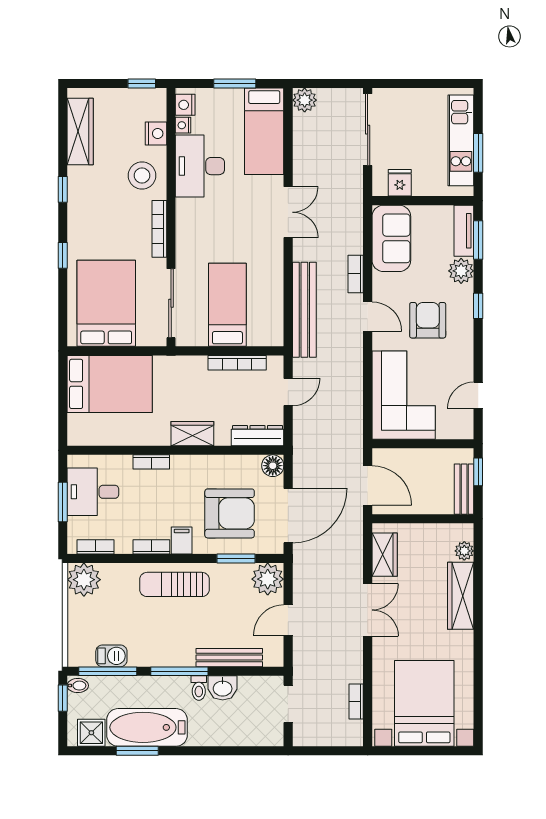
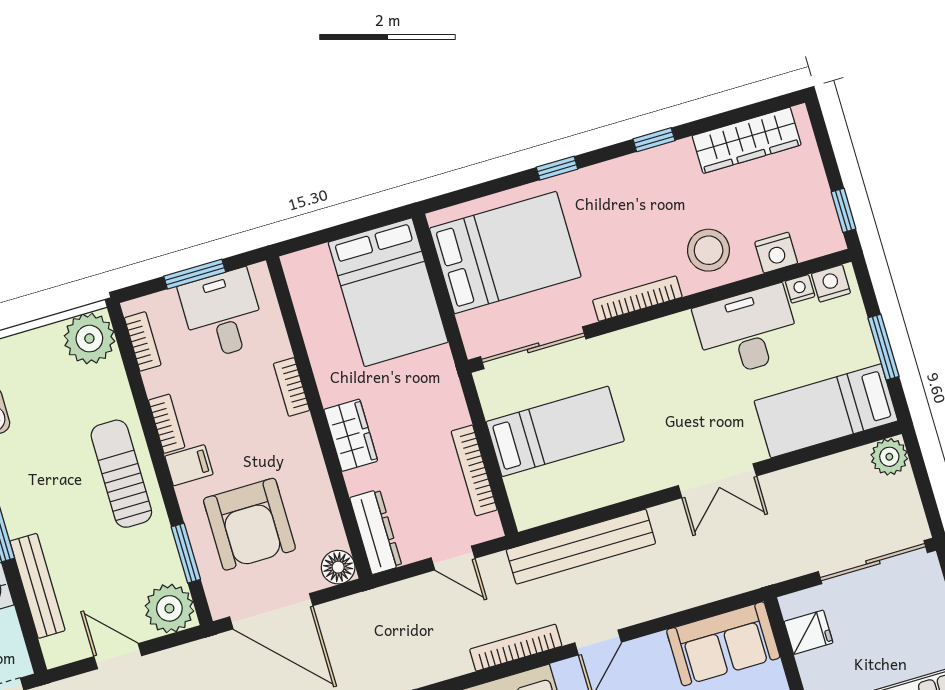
bookcase: (356, 274) -> (516, 648), moved, width x1.56

